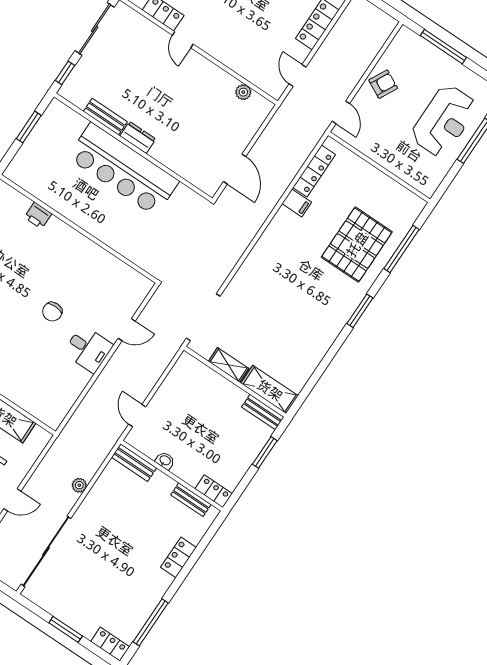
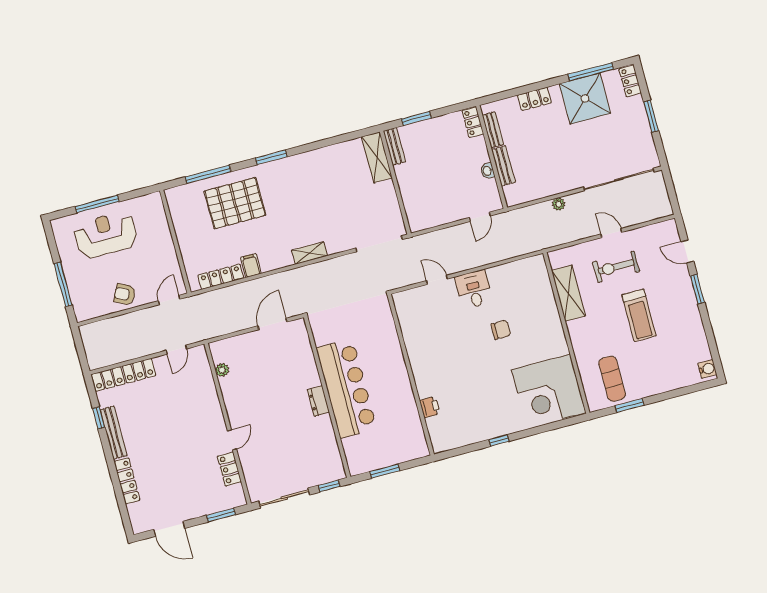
bench: (105, 117) -> (328, 434), removed
chair: (52, 312) -> (501, 330), moved
shelving: (229, 365) -> (309, 253), moved, turned 90
bench: (134, 463) -> (503, 166), moved
shower: (135, 595) -> (585, 99), added

